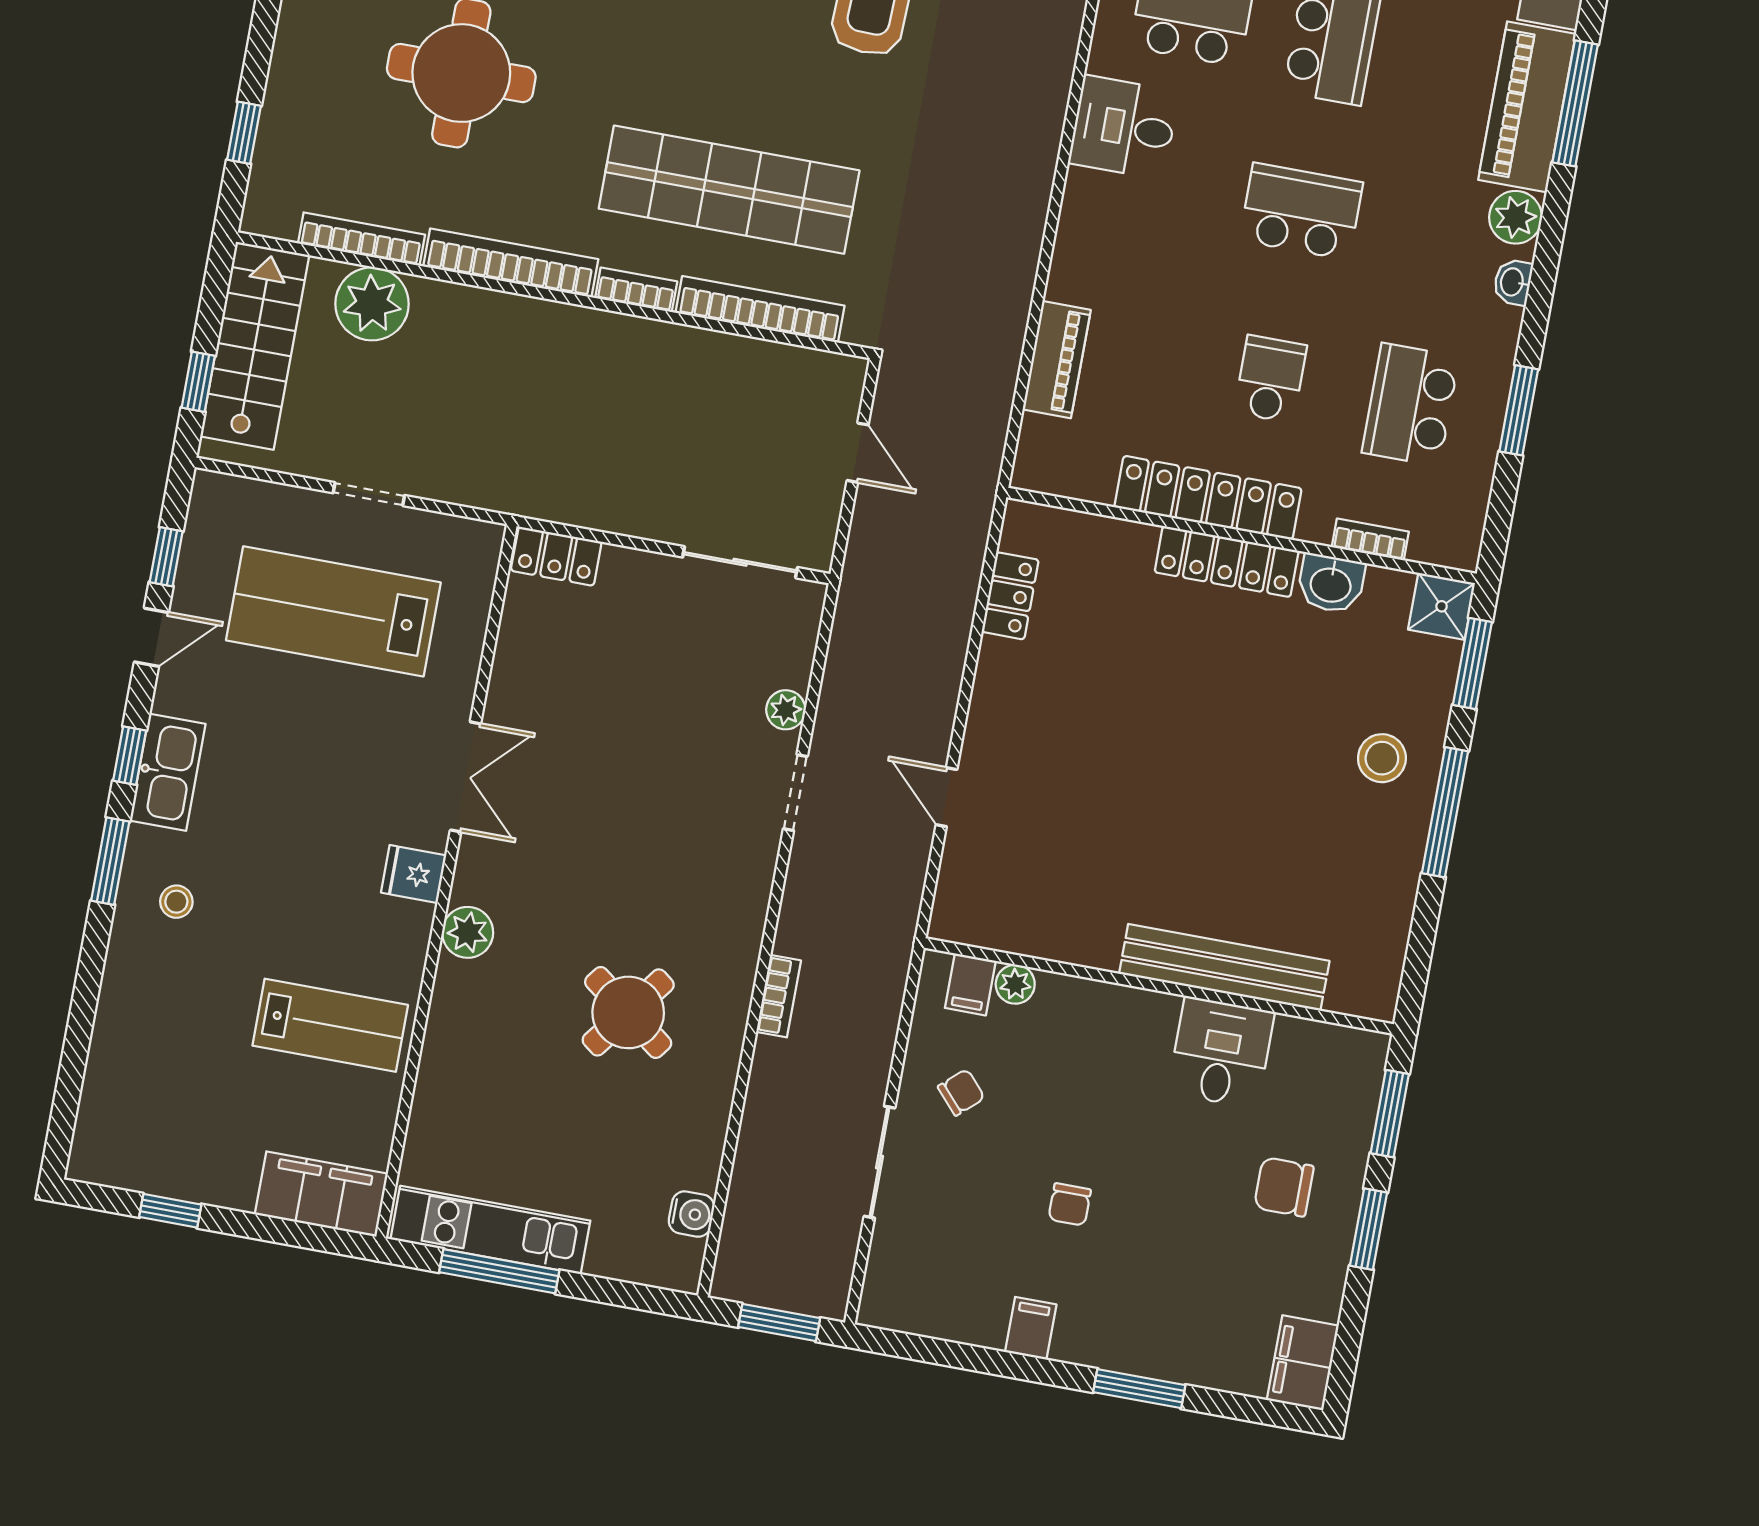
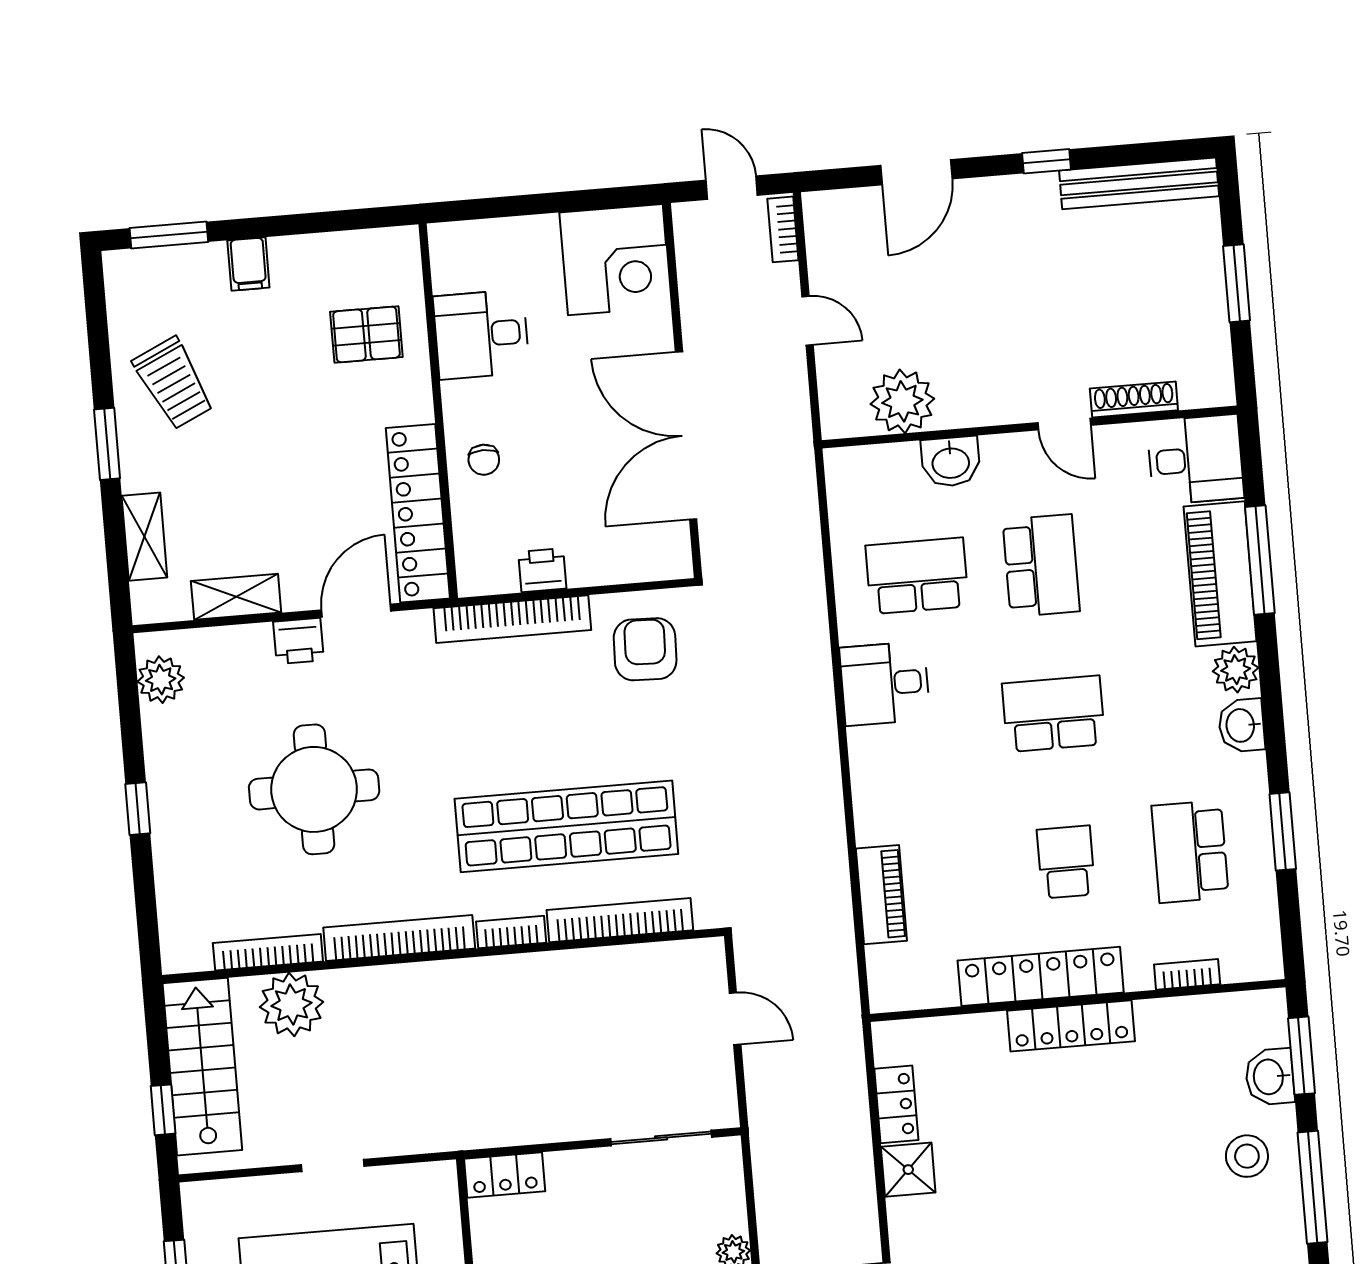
window: (244, 133) -> (138, 809), moved
washbasin: (1513, 282) -> (1242, 725), width x1.38, depth x1.45
washbasin: (1331, 584) -> (1270, 1077), moved, turned 90
shower: (1442, 606) -> (908, 1170), moved

